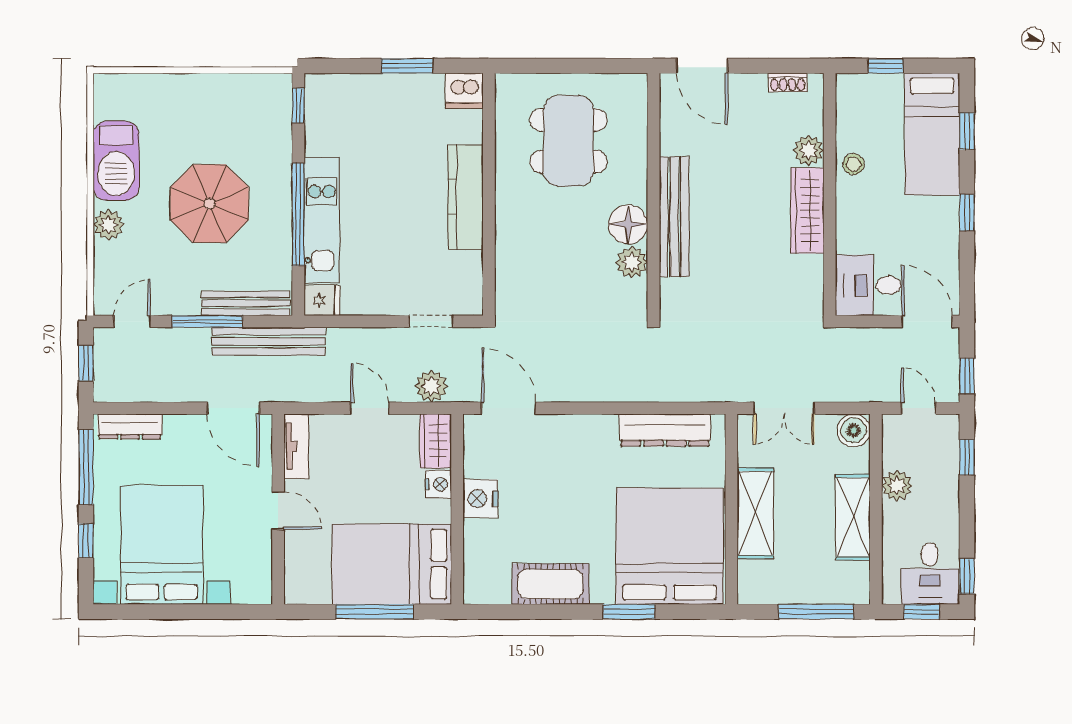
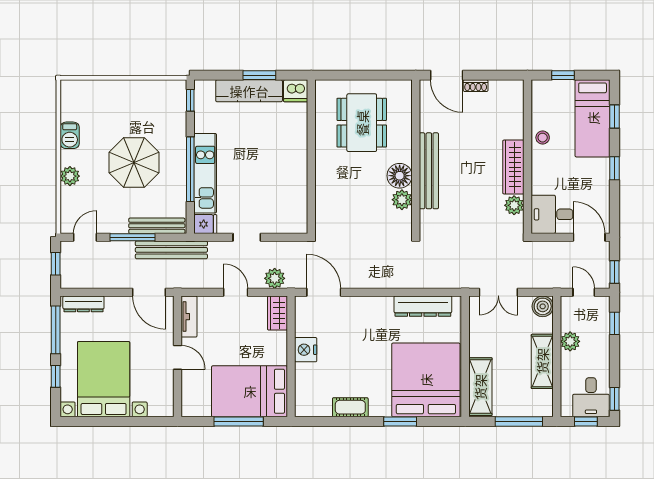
shoe rack: (788, 82) -> (476, 86), moved
plant: (809, 150) -> (514, 205), moved
barbecue: (116, 161) -> (70, 135), width x0.53, depth x0.65
kitchen counter: (466, 197) -> (249, 91), moved, turned -90
doorway: (431, 321) -> (247, 237), moved
nightstand: (438, 484) -> (279, 341), removed
shelving: (755, 513) -> (480, 387), moved
cot: (550, 584) -> (350, 407), width x0.73, depth x0.75

